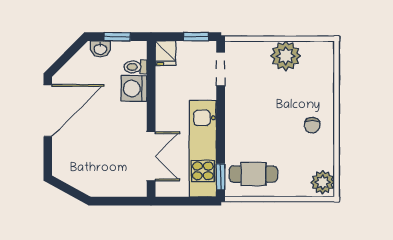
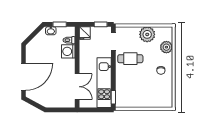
door: (48, 111) -> (23, 77), moved
cafe table: (253, 174) -> (130, 59), moved
plant: (323, 182) -> (166, 47), moved

